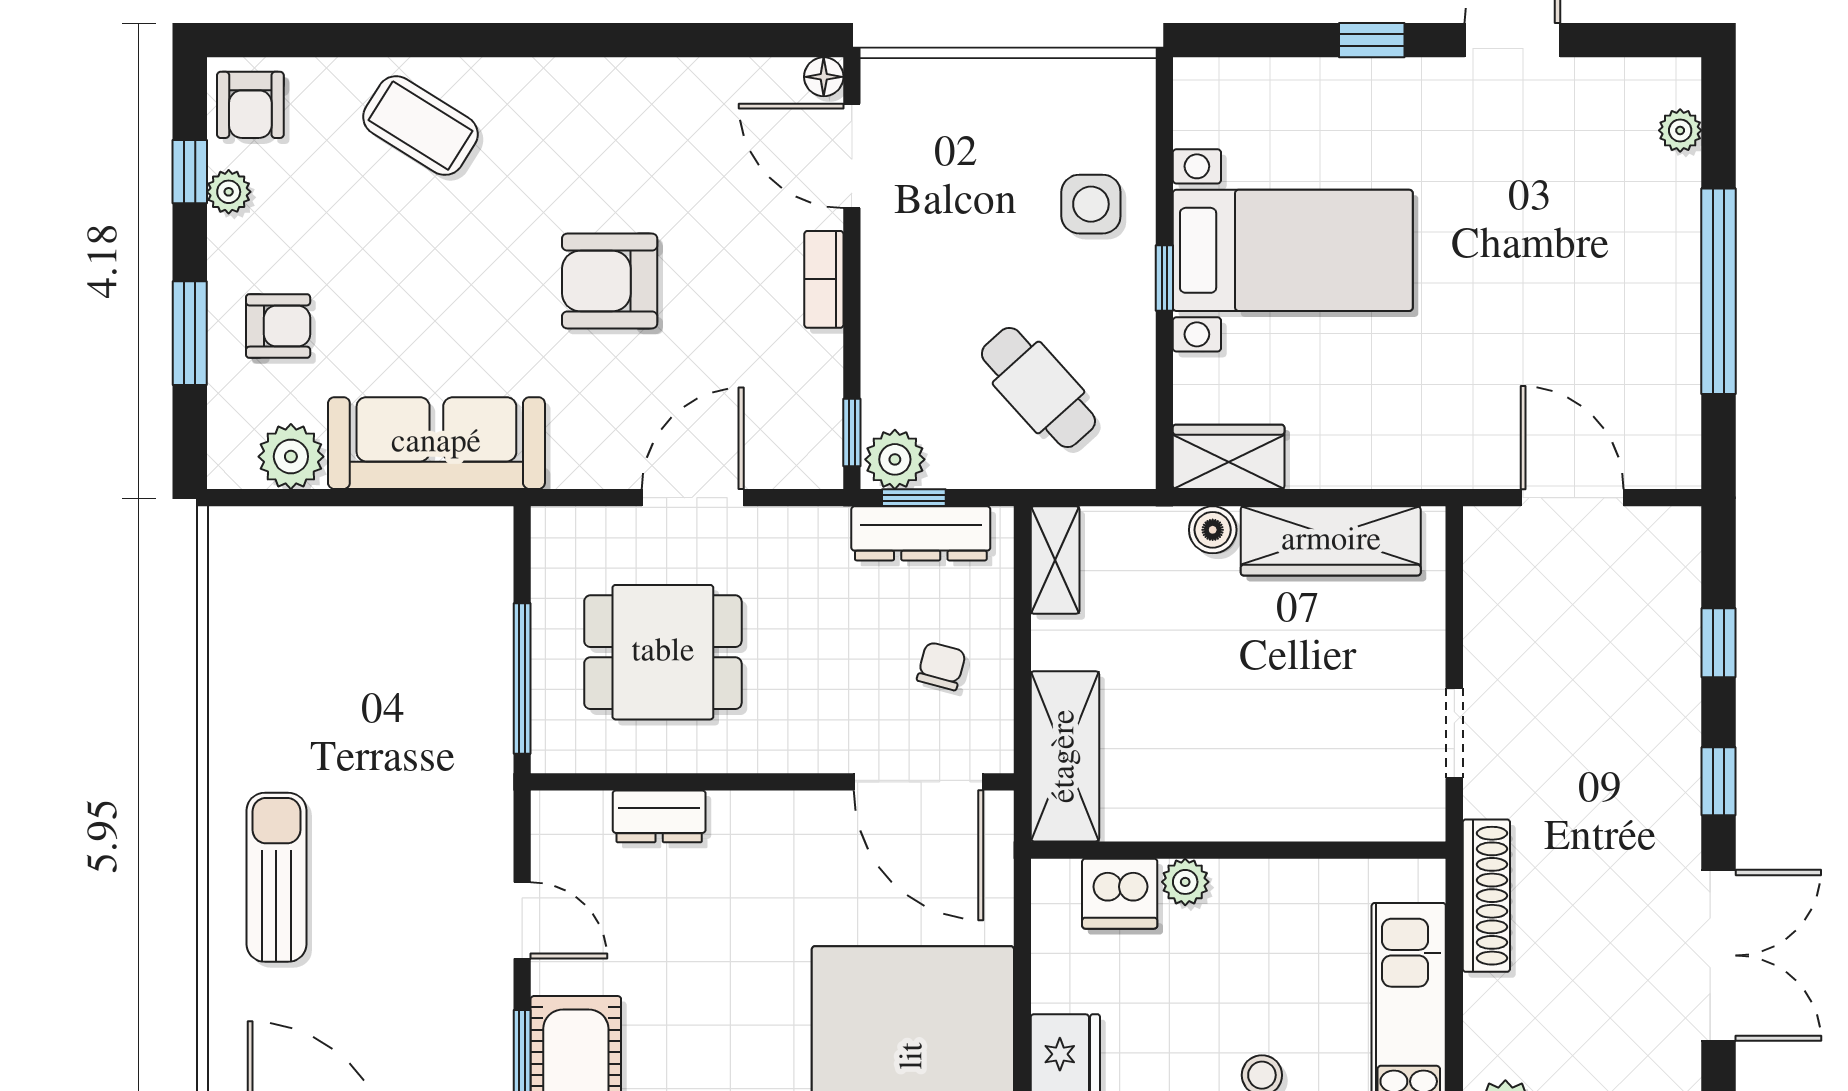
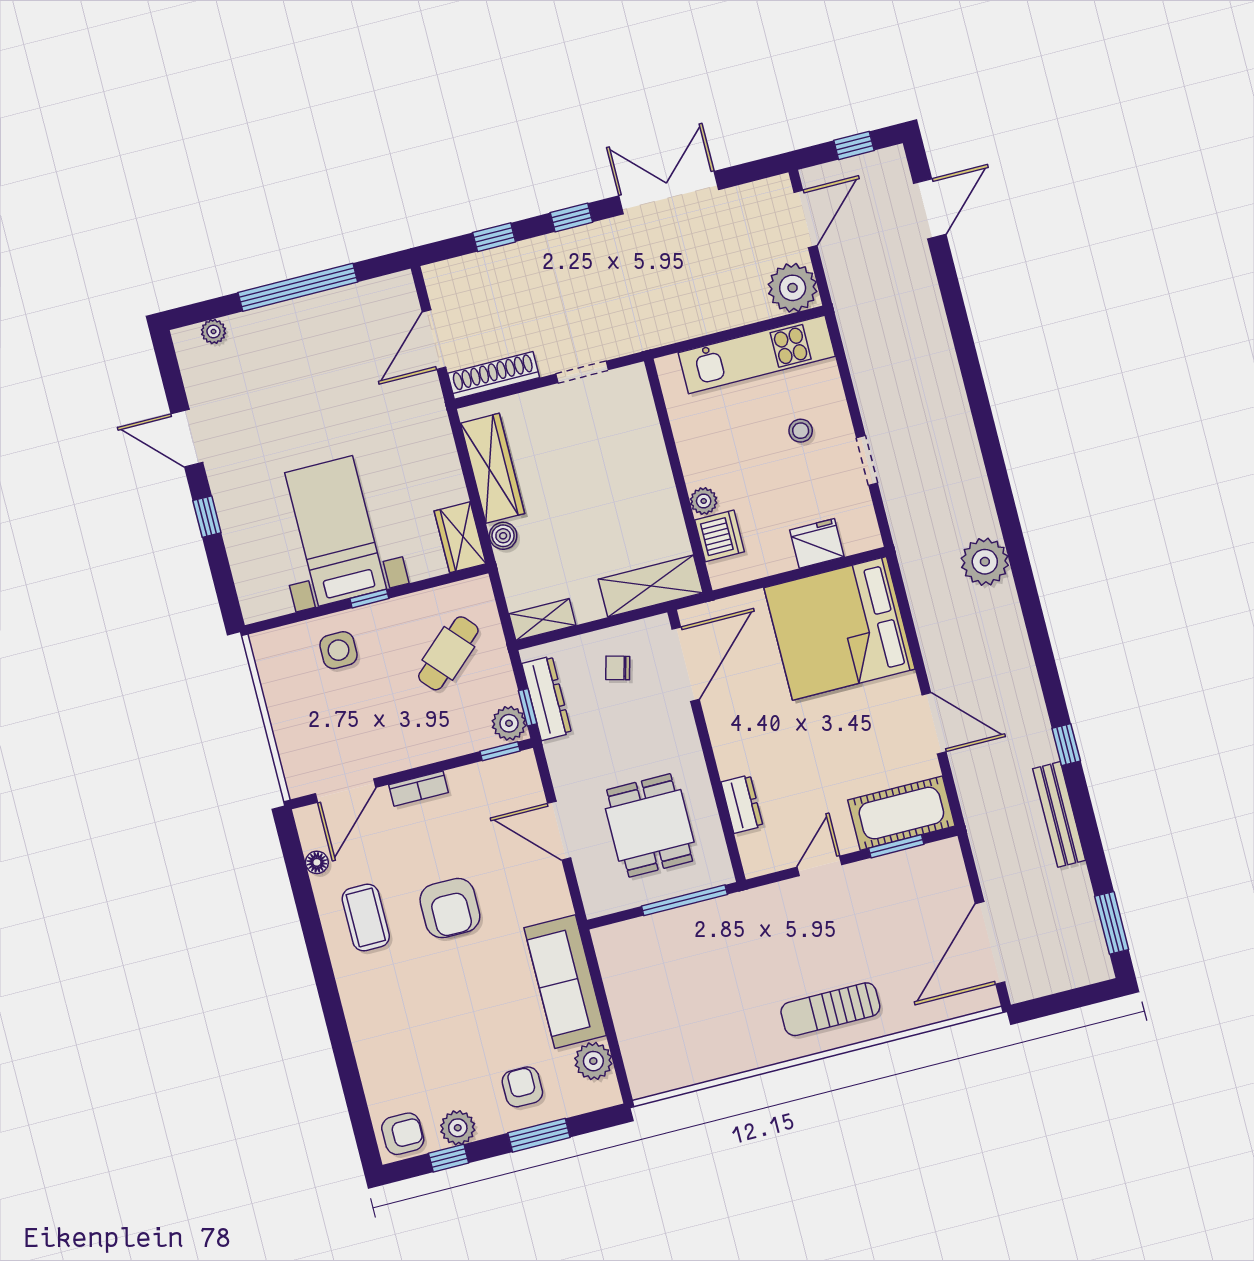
floor lamp: (824, 77) -> (317, 862), moved
coffee table: (420, 126) -> (366, 918), moved, turned -32
plant: (229, 192) -> (458, 1128), width x1.38, depth x1.38
shoe rack: (1486, 896) -> (494, 375), moved

